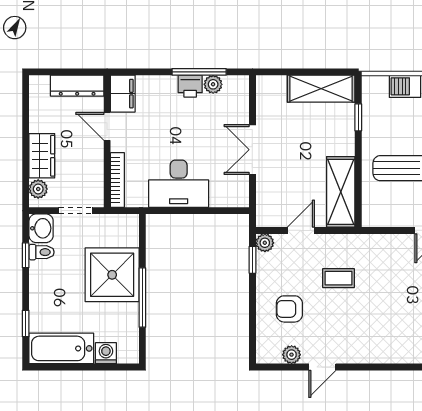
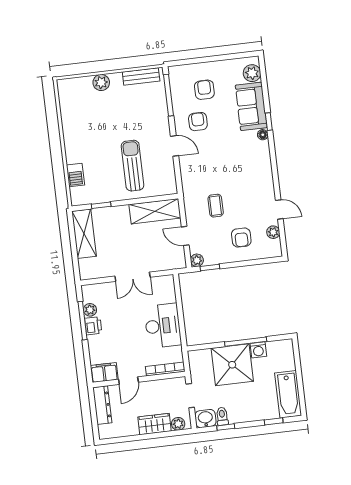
washing machine: (106, 353) -> (258, 350), moved, turned -90

